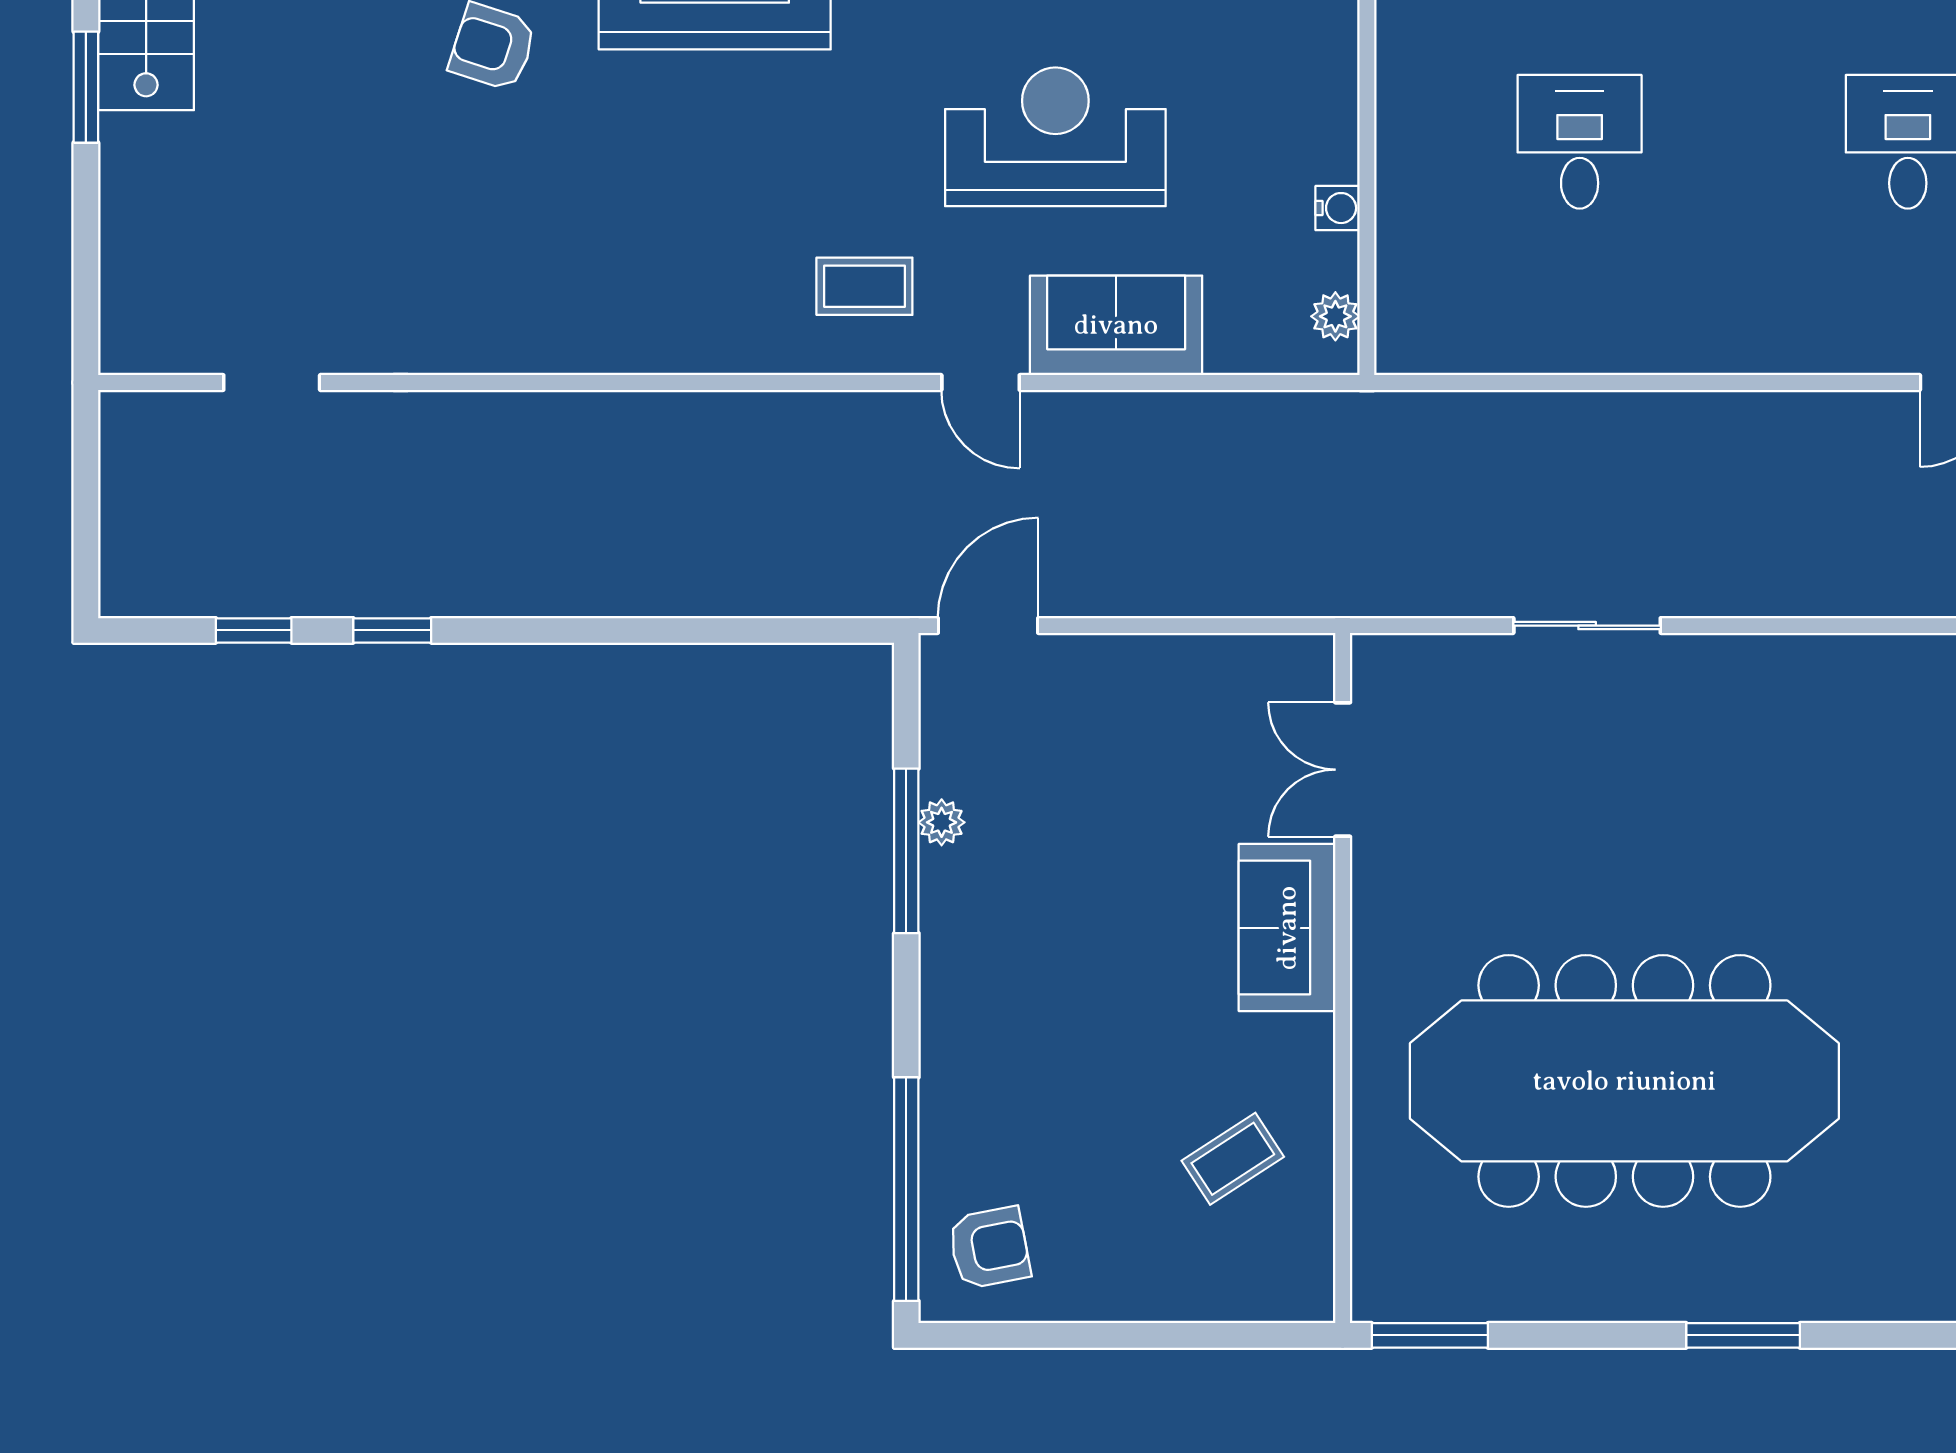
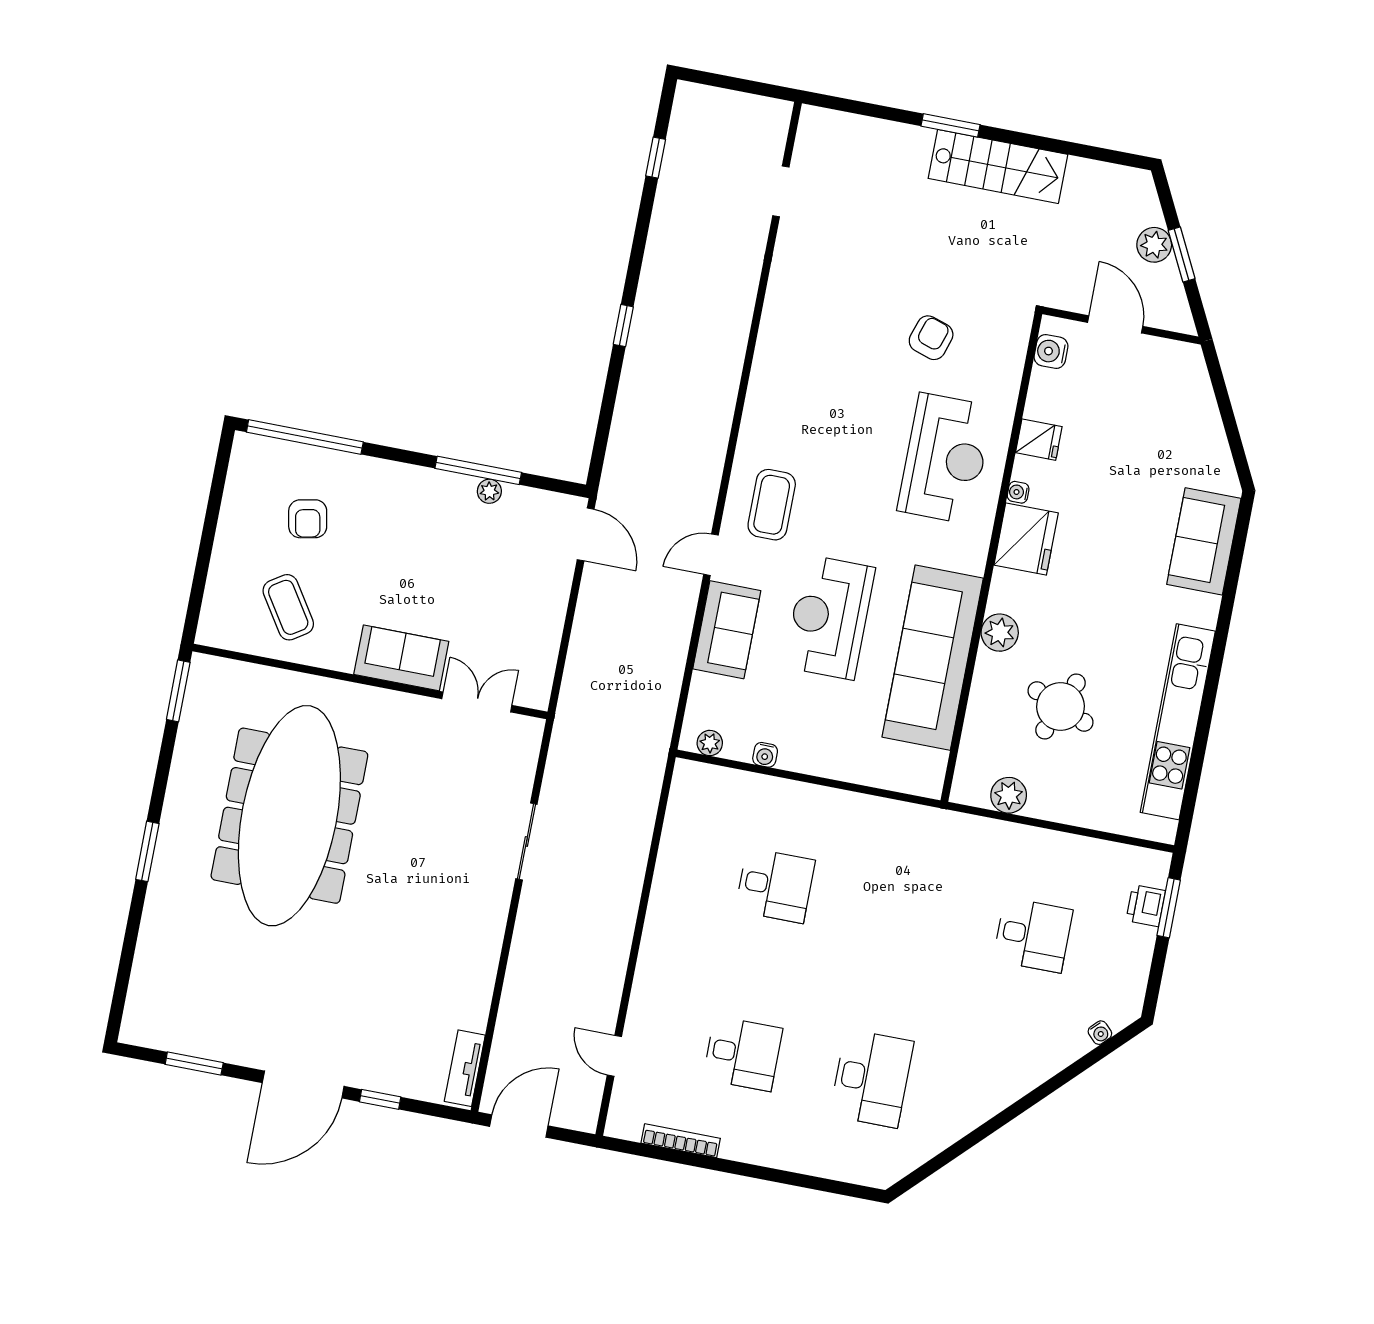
reception desk: (1055, 137) -> (829, 617), turned 180
coffee table: (864, 286) -> (772, 505), width x1.36, depth x1.30
window: (392, 630) -> (623, 326), moved
coffee table: (1233, 1159) -> (288, 607), width x1.36, depth x1.30
armchair: (989, 1248) -> (308, 519), moved

